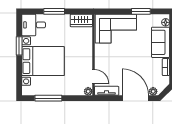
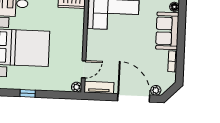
door: (93, 77) -> (84, 69), hinge flipped
window: (48, 98) -> (28, 93), width x0.46

